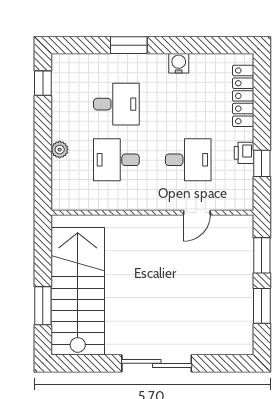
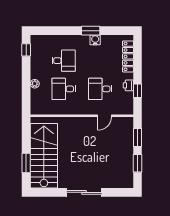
window: (129, 45) -> (91, 31), moved
desk: (188, 160) -> (100, 89), turned 180

